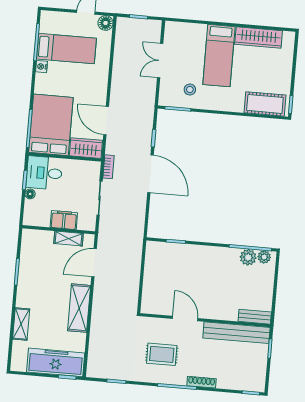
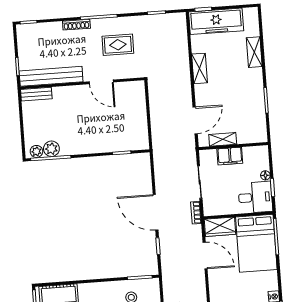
shelving: (79, 308) -> (200, 68), width x0.67, depth x0.75

